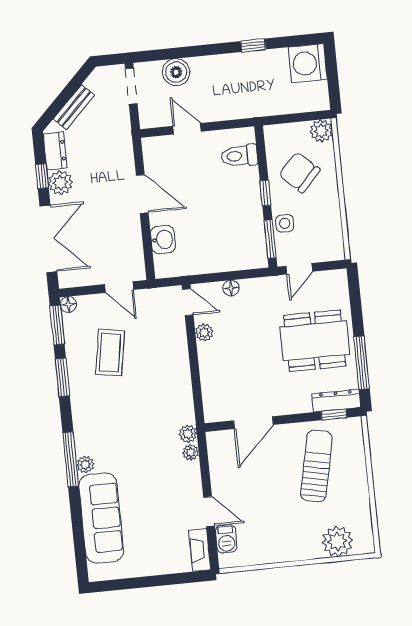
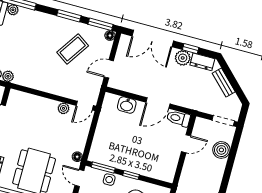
toilet: (239, 156) -> (178, 118), moved, turned -90
floor lamp: (231, 288) -> (77, 157), moved
coffee table: (110, 353) -> (73, 49), turned -66

